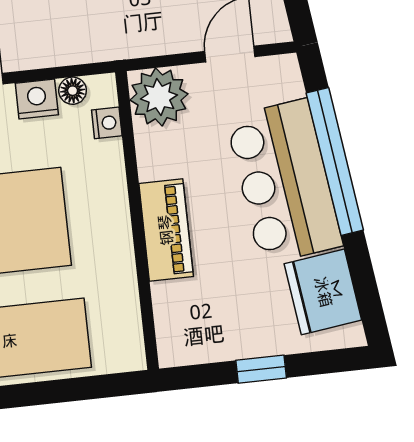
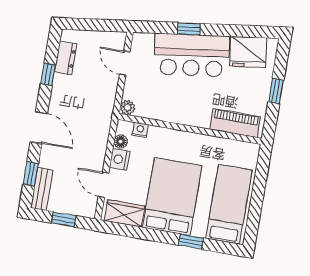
plant: (159, 97) -> (128, 108), width x0.53, depth x0.53
window: (335, 161) -> (189, 29), width x0.32
piano: (166, 230) -> (235, 123), moved

